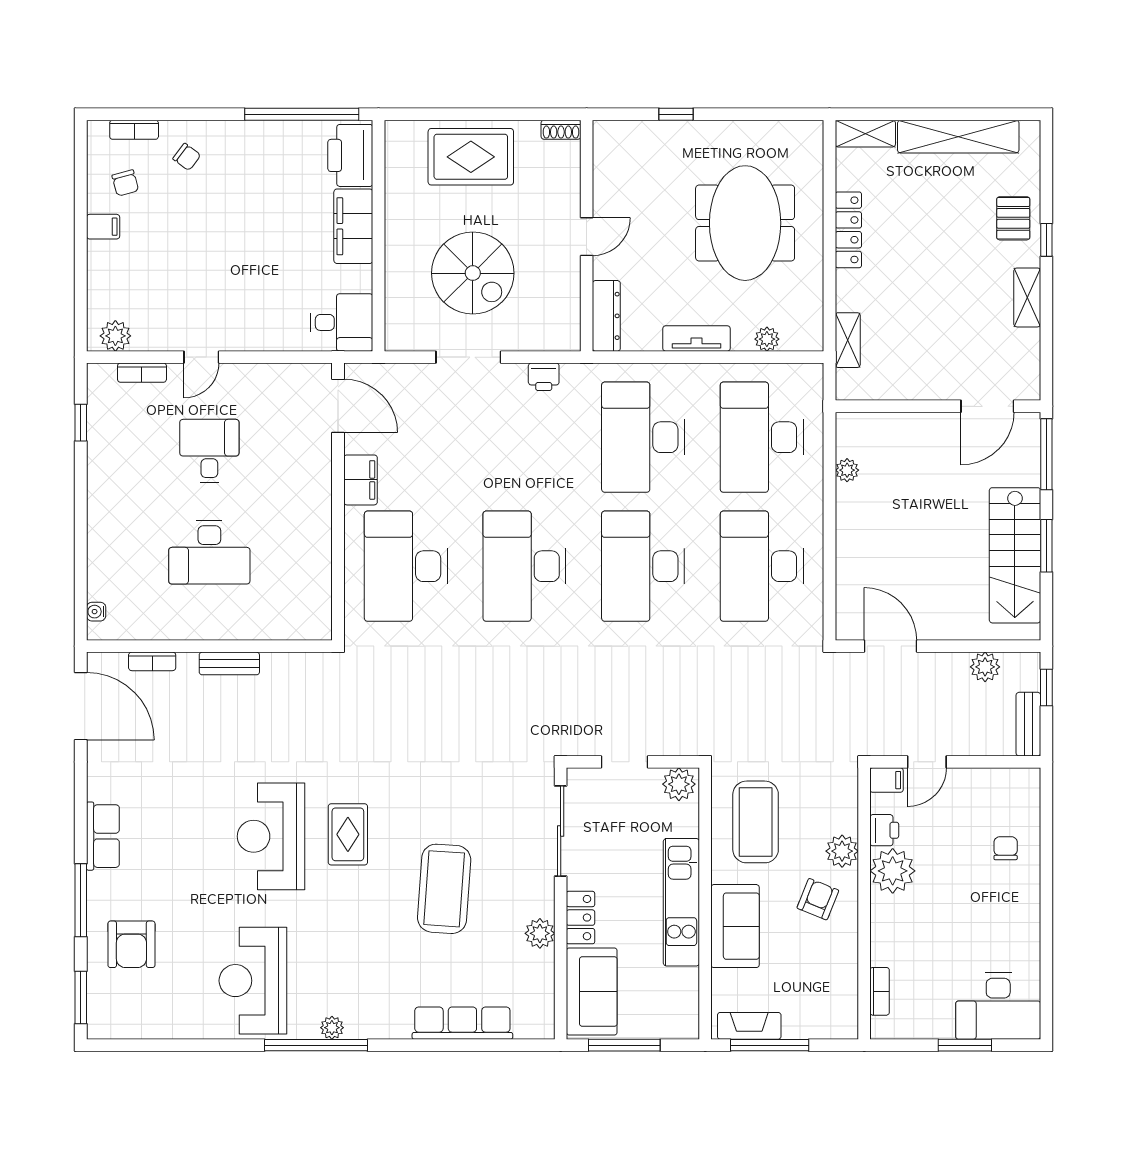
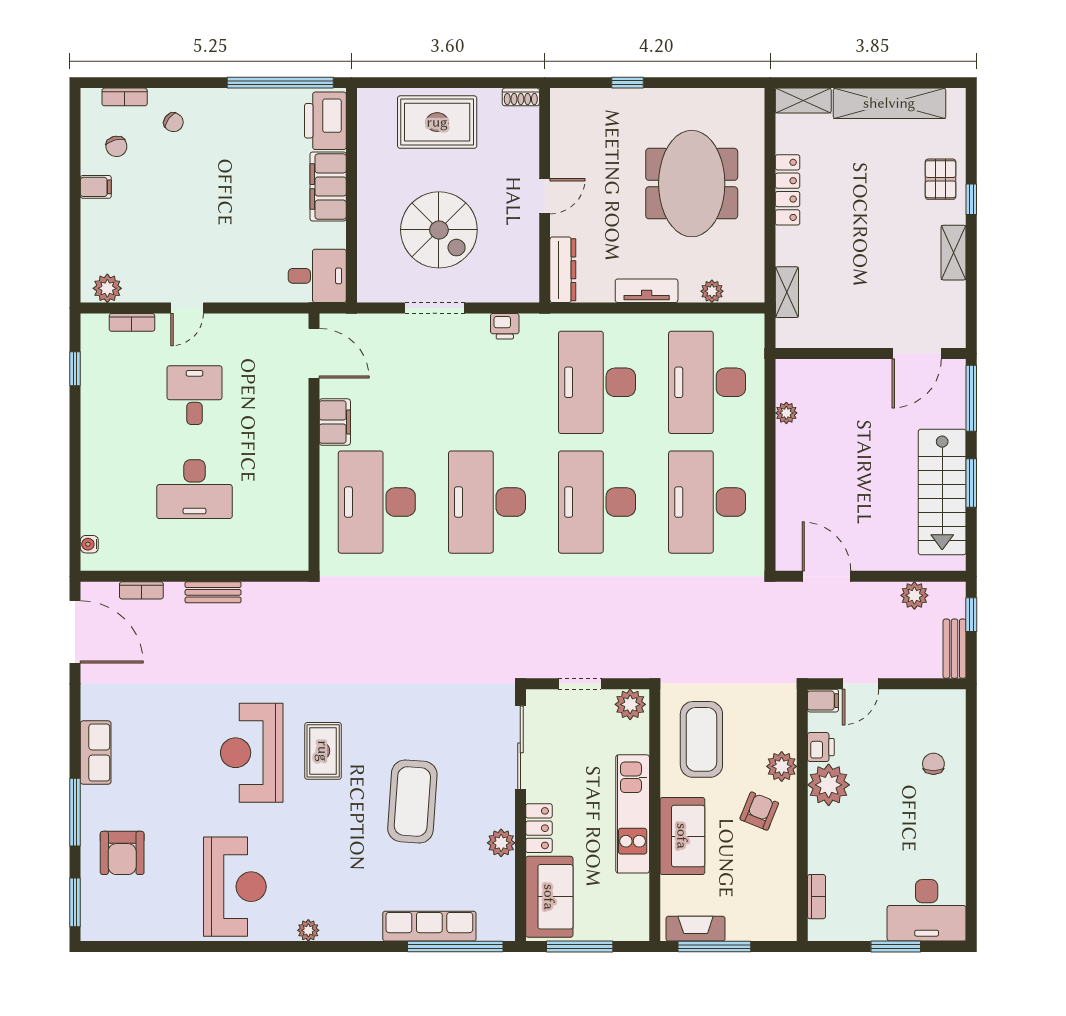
reception desk: (253, 981) -> (235, 887), turned 180
window: (316, 1045) -> (455, 947), moved

